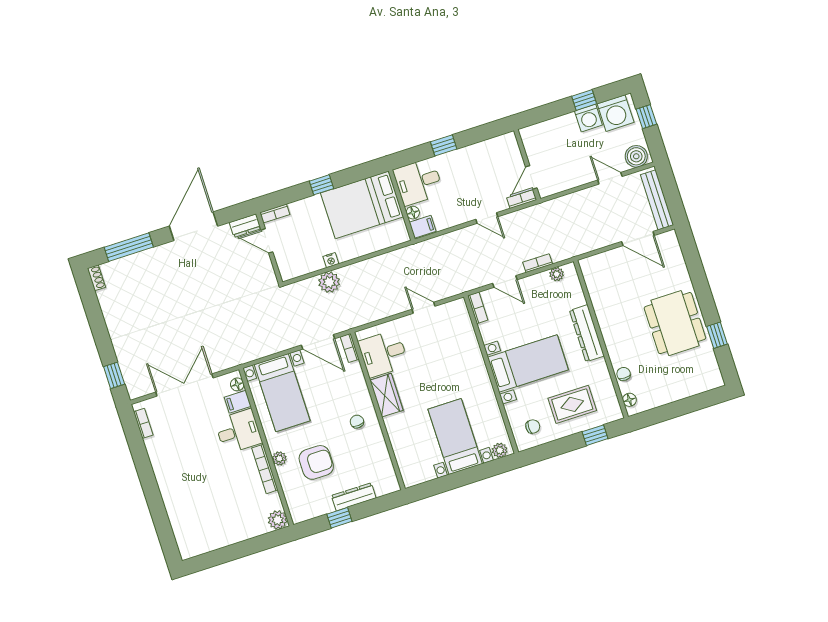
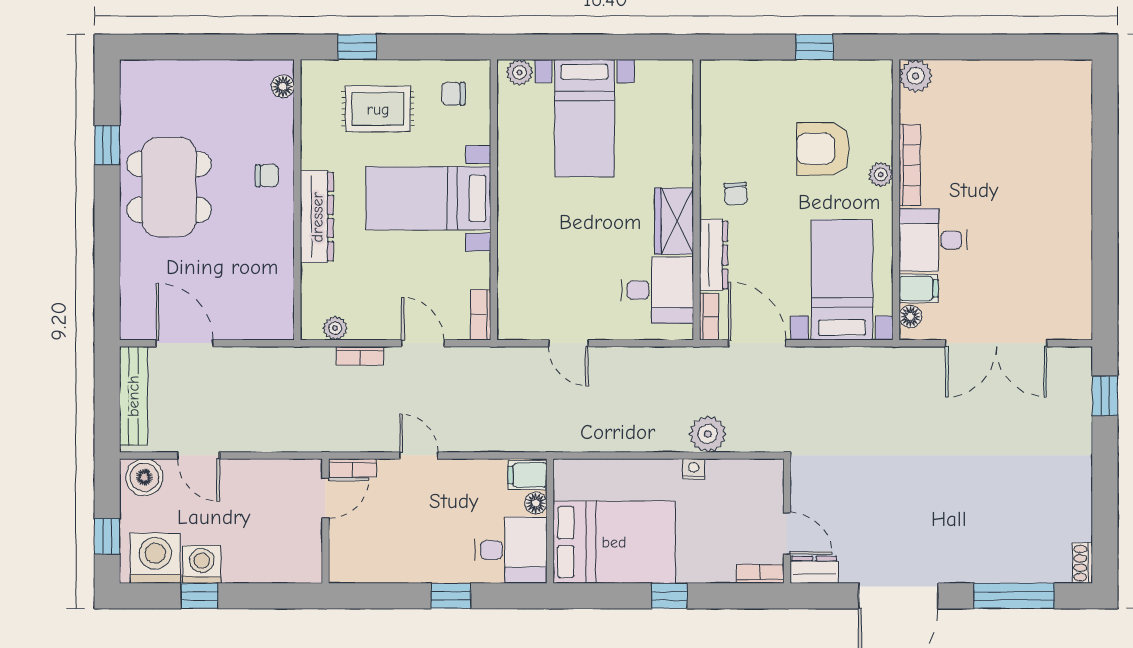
chair: (624, 374) -> (267, 176), moved, turned -90
bookcase: (143, 423) -> (1083, 303), removed
dresser: (354, 497) -> (714, 255), moved, turned -90

